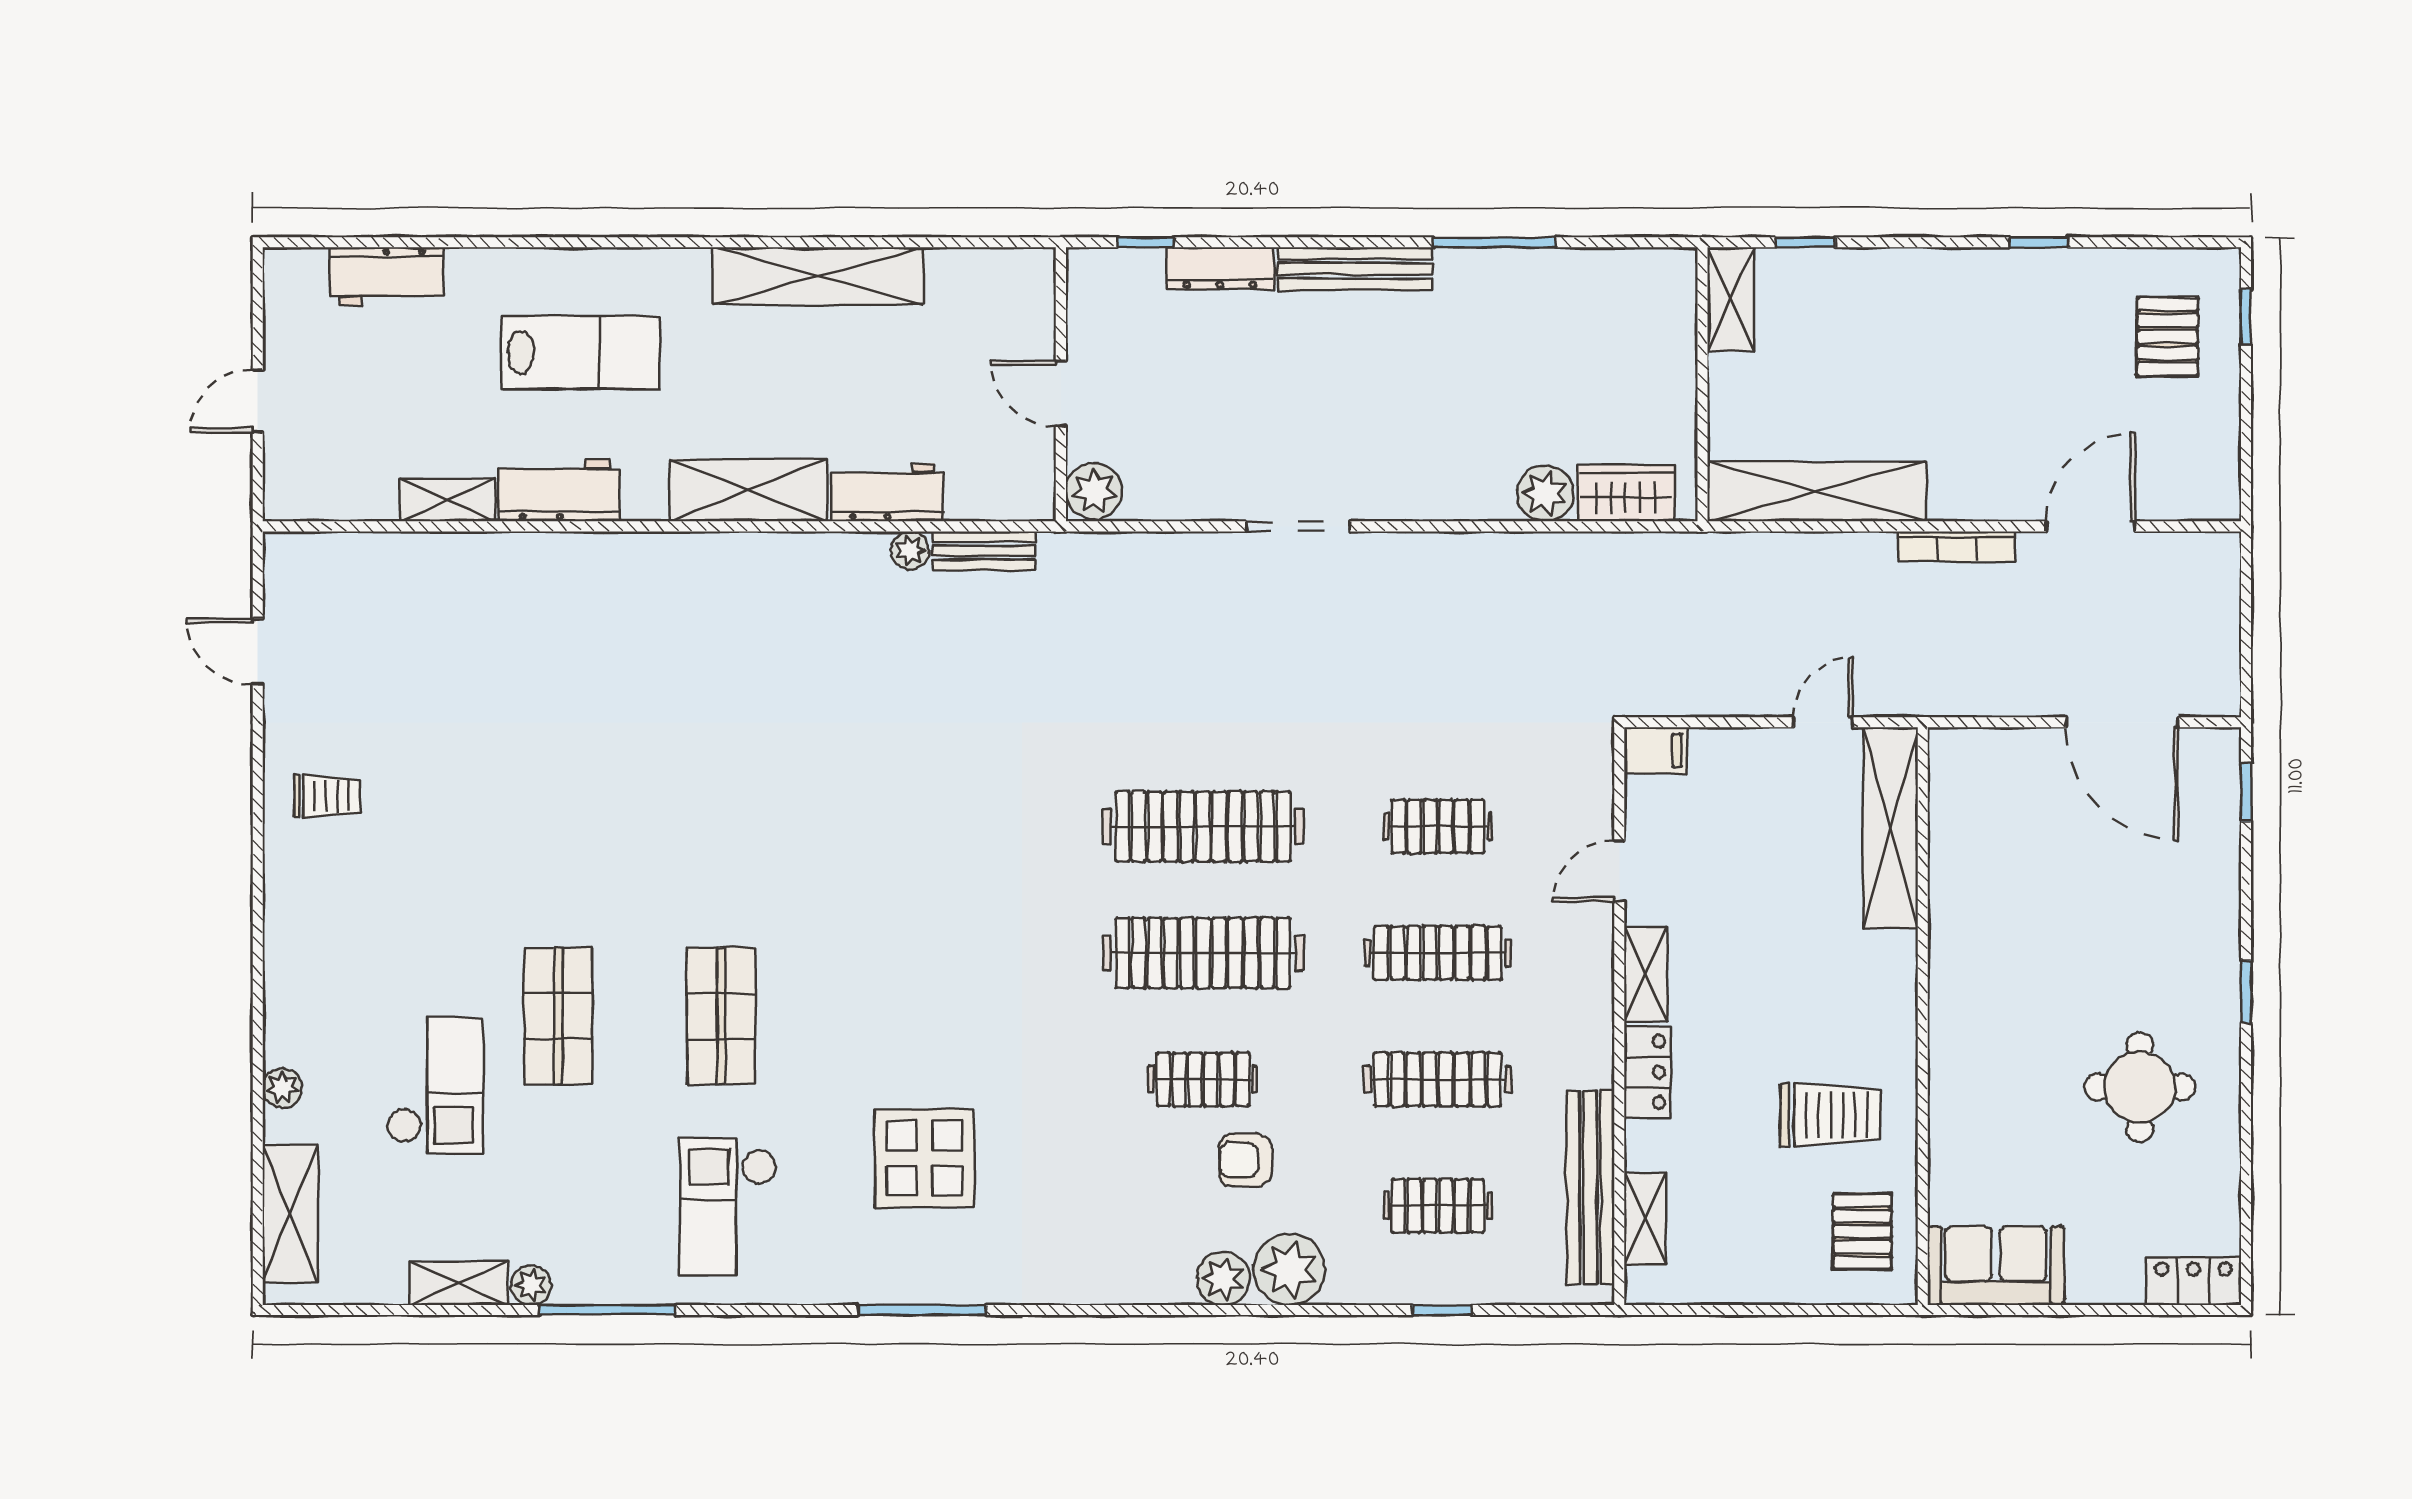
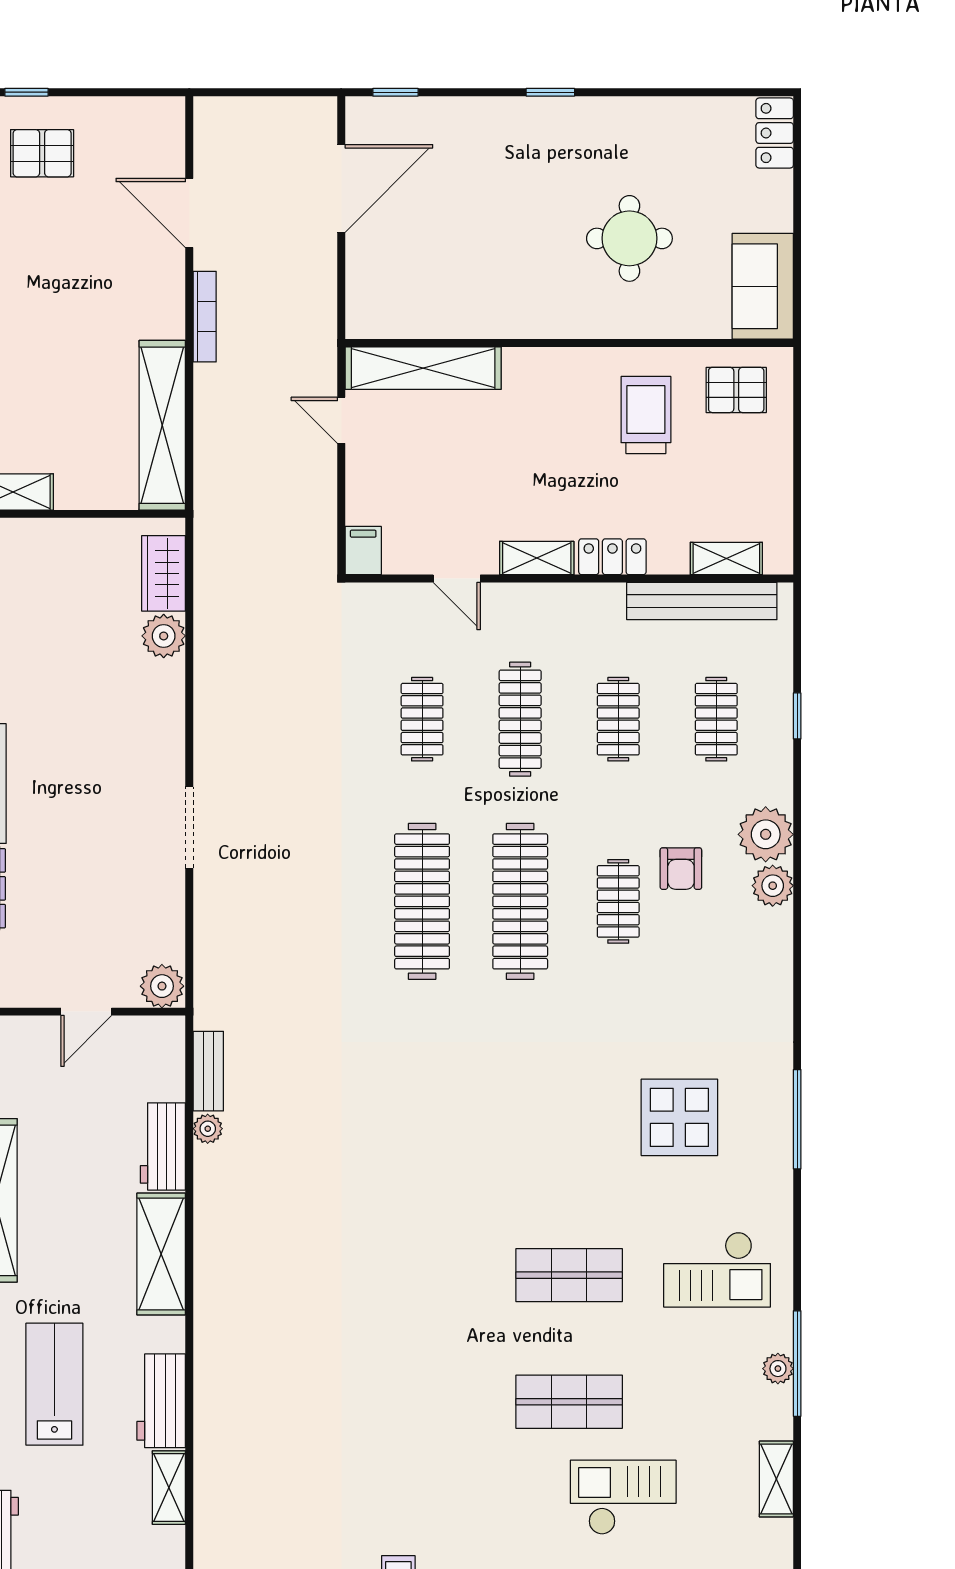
clothes rail: (1438, 1079) -> (618, 719), width x0.73
round table: (2140, 1087) -> (629, 238), moved
plant: (531, 1285) -> (778, 1369), moved

